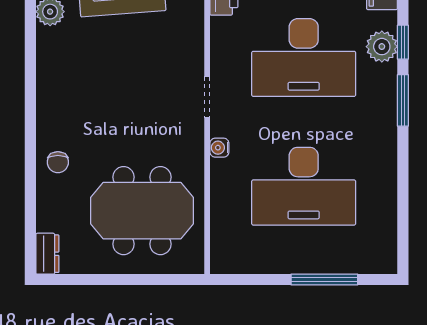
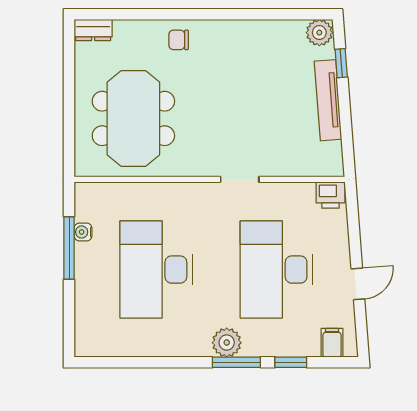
plant: (382, 47) -> (227, 343), moved
water cooler: (219, 148) -> (83, 232), moved, turned -90
window: (324, 280) -> (69, 248), moved

